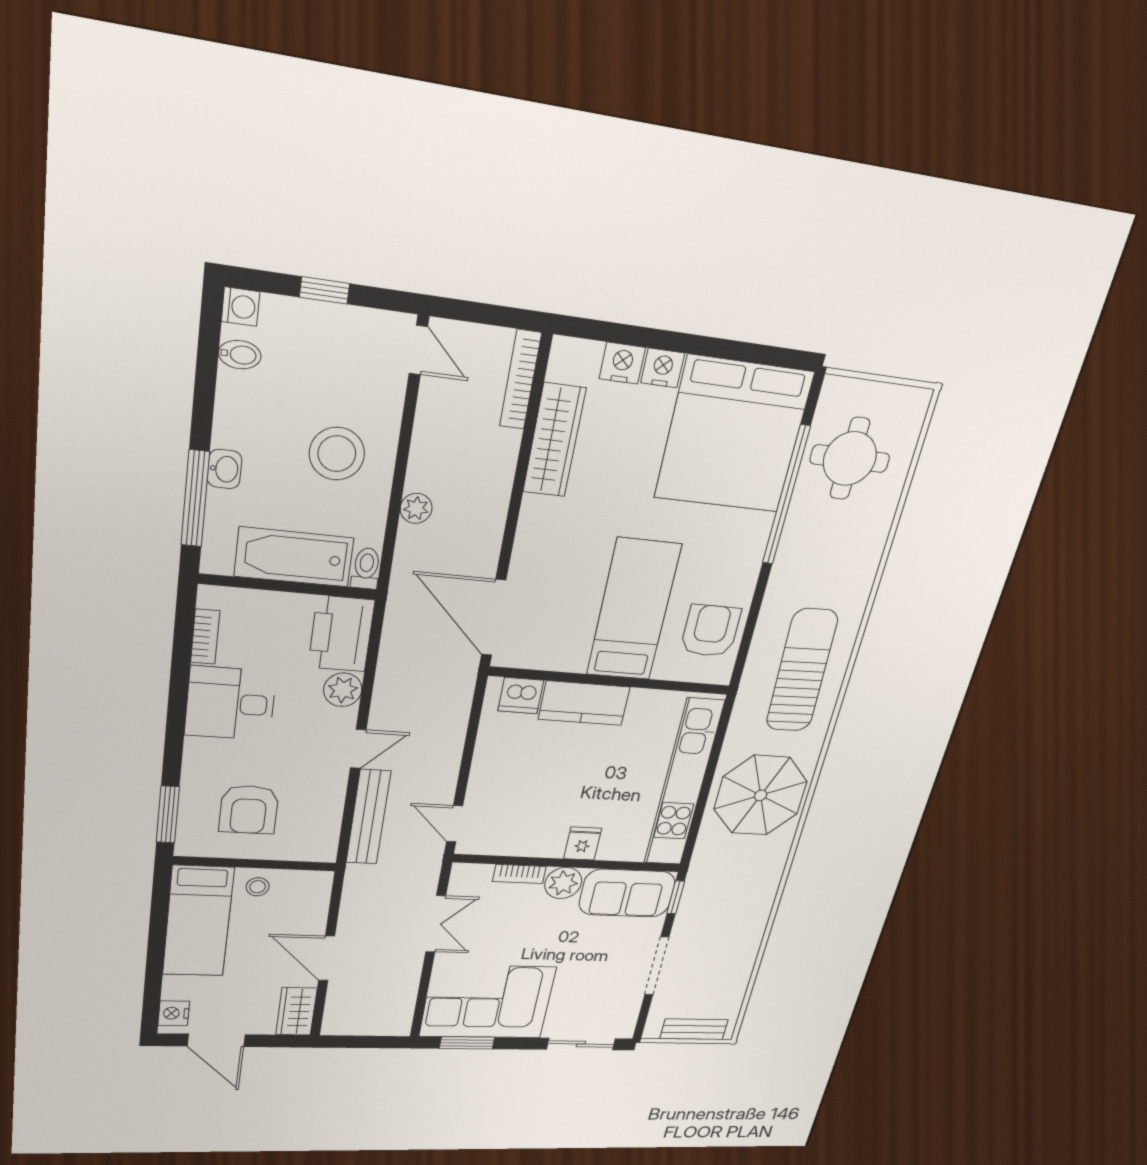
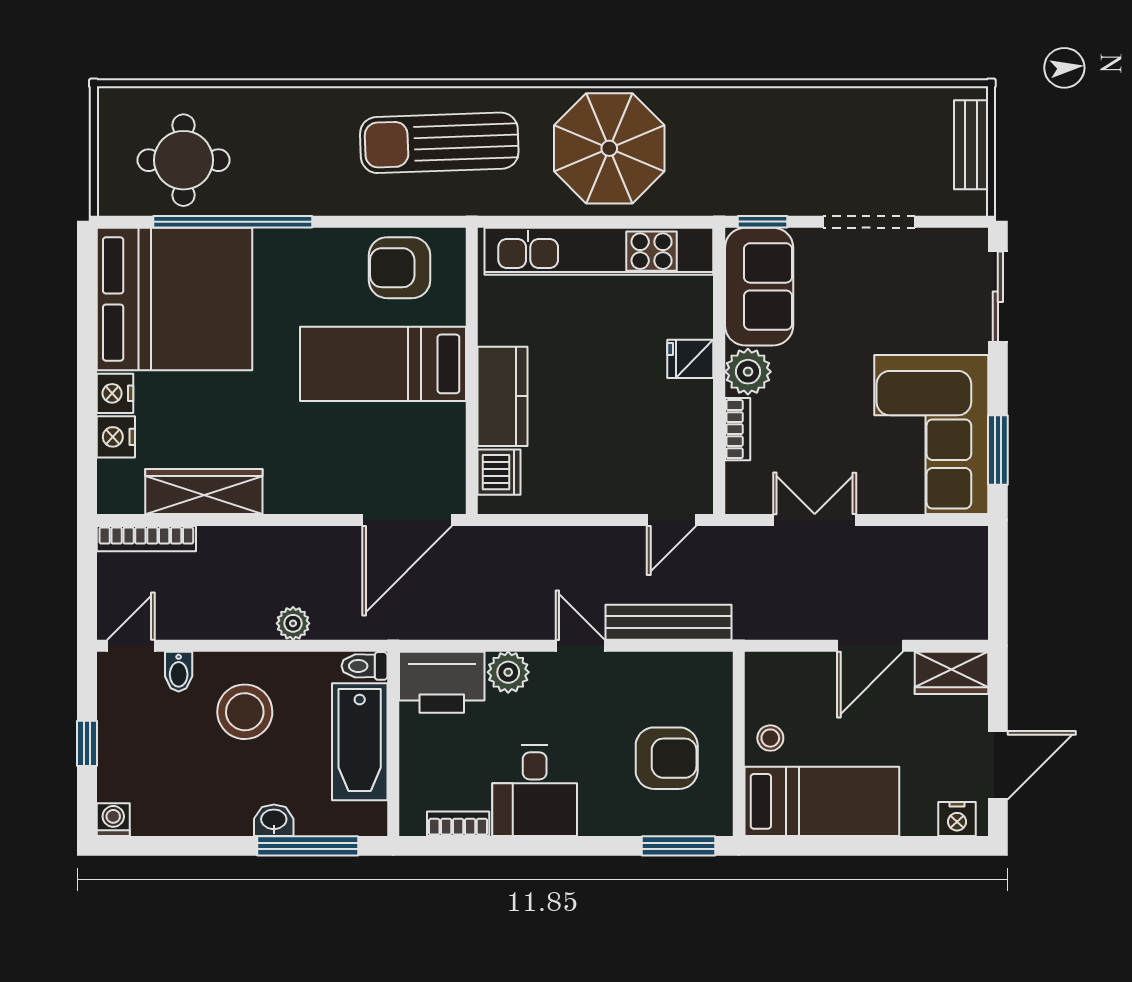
bidet: (240, 355) -> (179, 672), moved, turned 180

